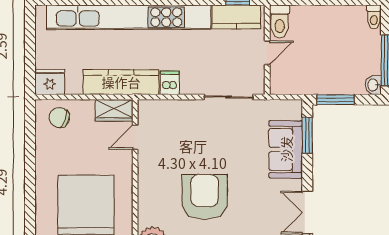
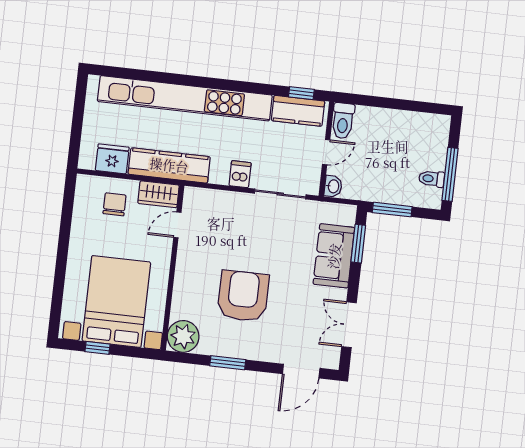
toilet: (374, 17) -> (432, 179), moved, turned 90
fridge: (50, 82) -> (112, 159), moved
dishwasher: (170, 83) -> (240, 174), moved
washbasin: (373, 85) -> (333, 186), moved, turned 180
chair: (59, 118) -> (115, 204), moved, turned 70

